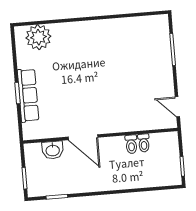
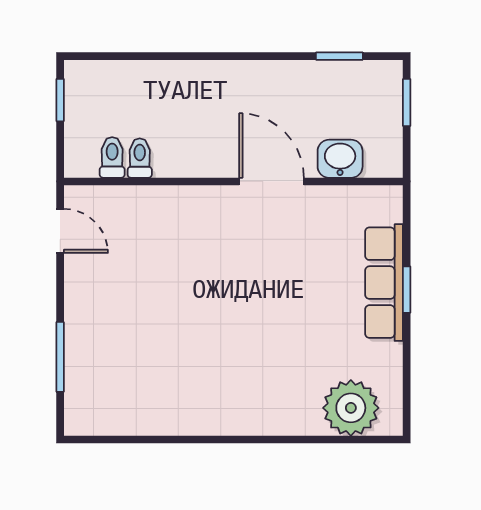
toilet: (131, 144) -> (112, 157), moved

